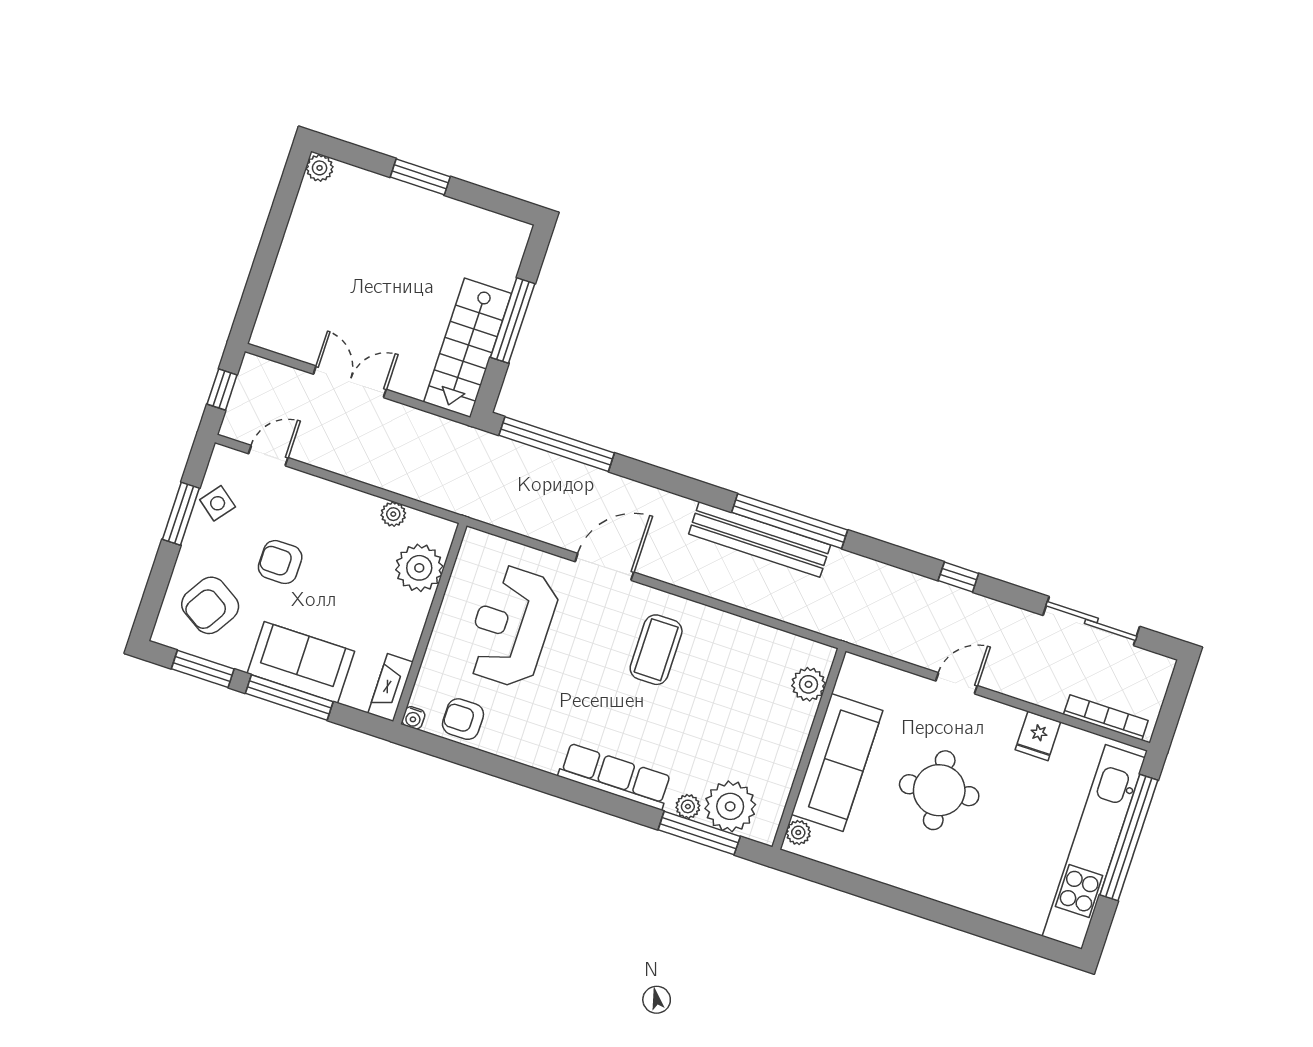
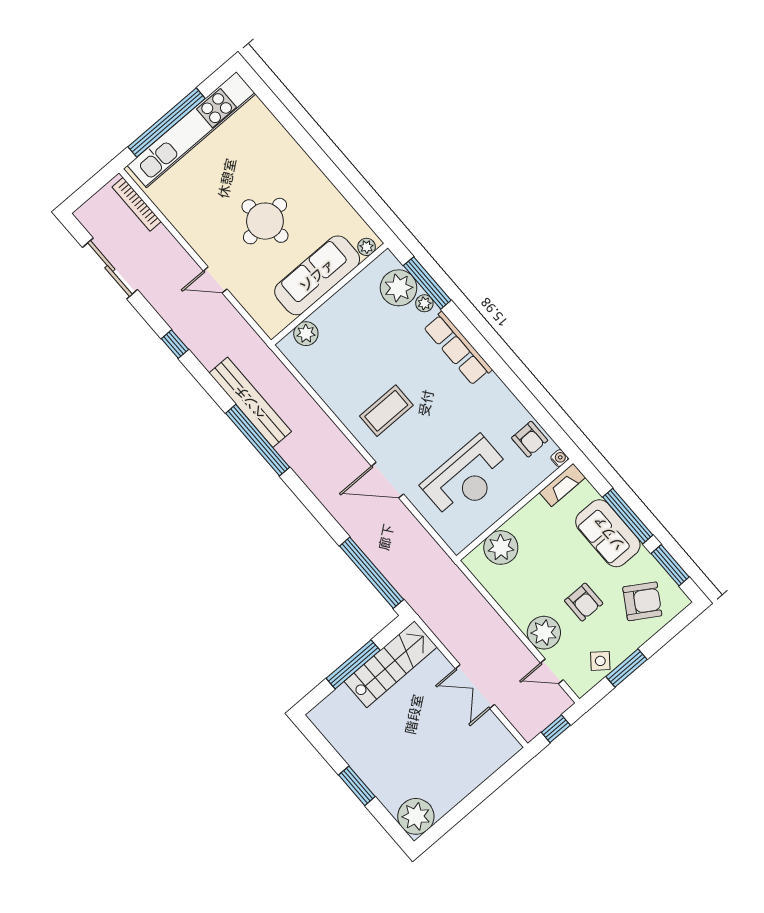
plant: (320, 168) -> (416, 816), width x1.88, depth x1.88
plant: (393, 514) -> (544, 633), moved, width x1.88, depth x1.88
bench: (760, 539) -> (250, 402), moved
fridge: (1038, 736) -> (185, 218), removed

